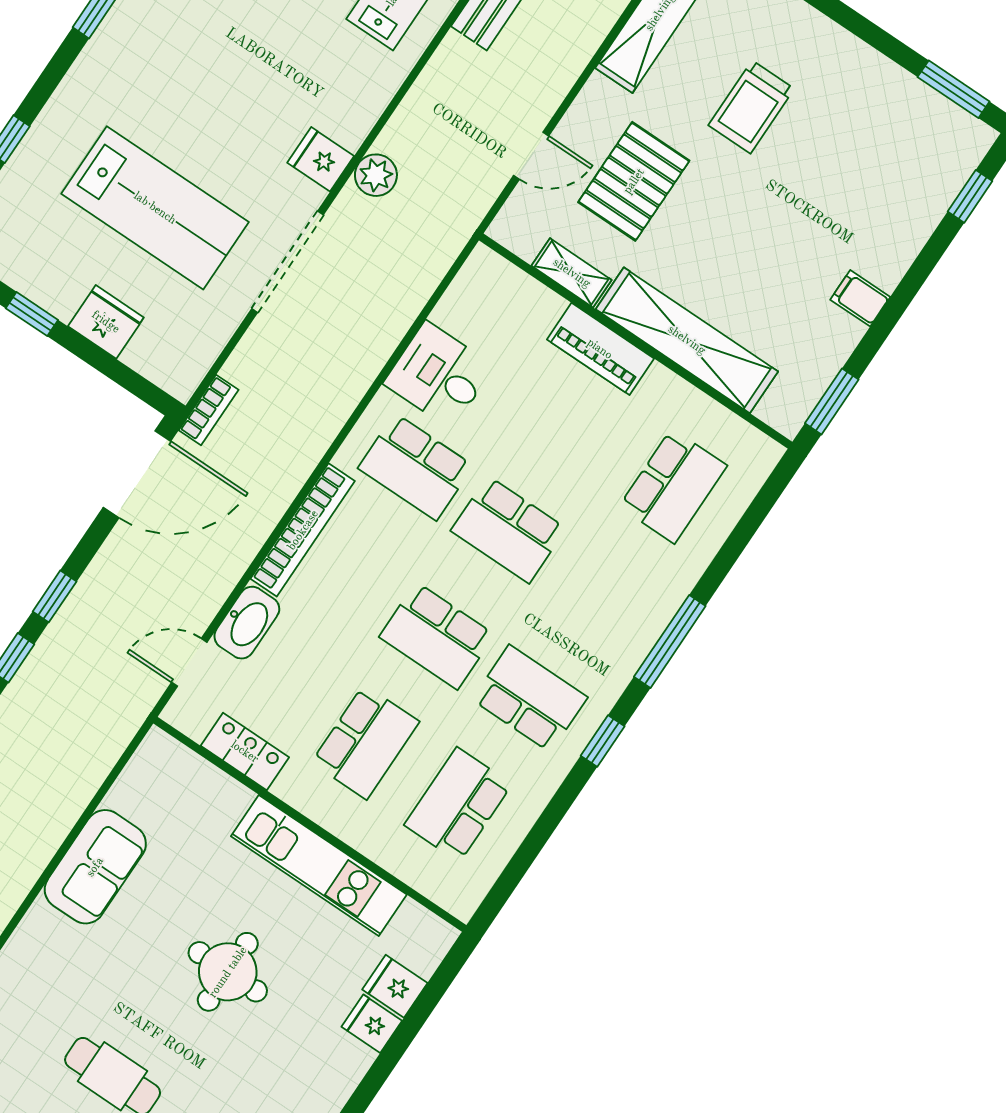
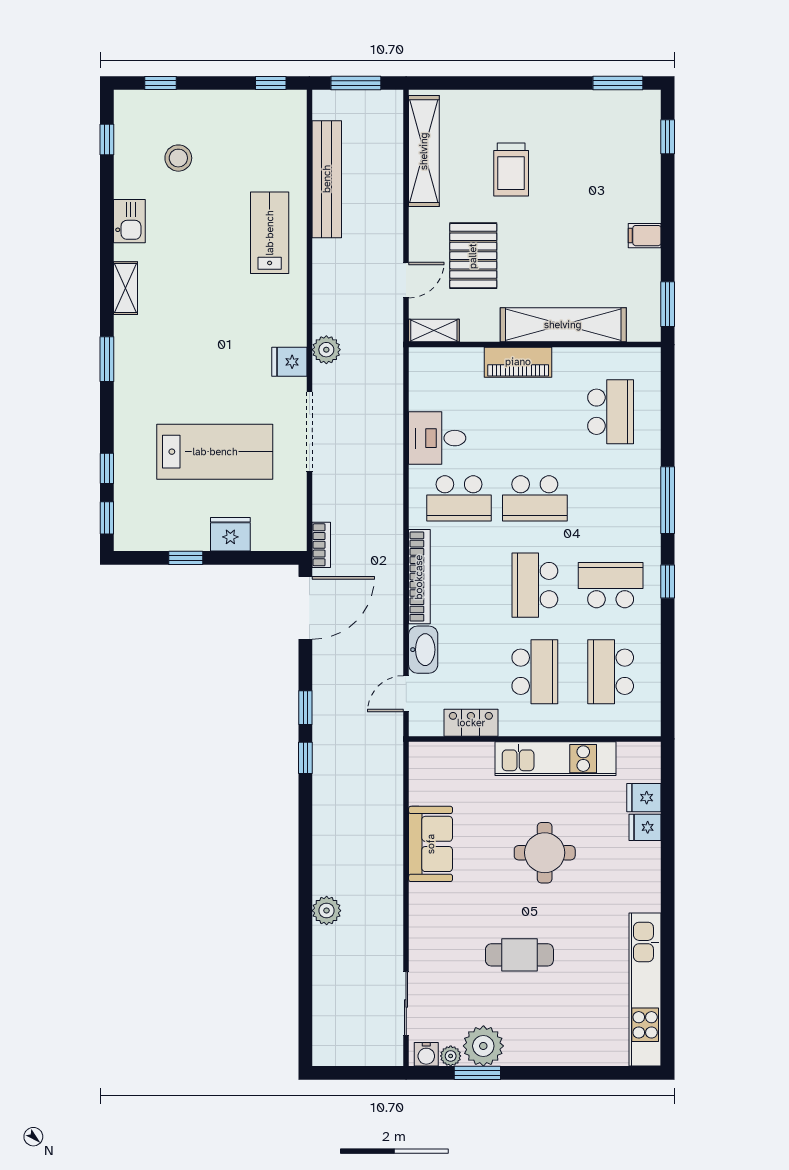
shelving: (572, 273) -> (434, 331), moved
school desk: (437, 636) -> (535, 585), turned 90

